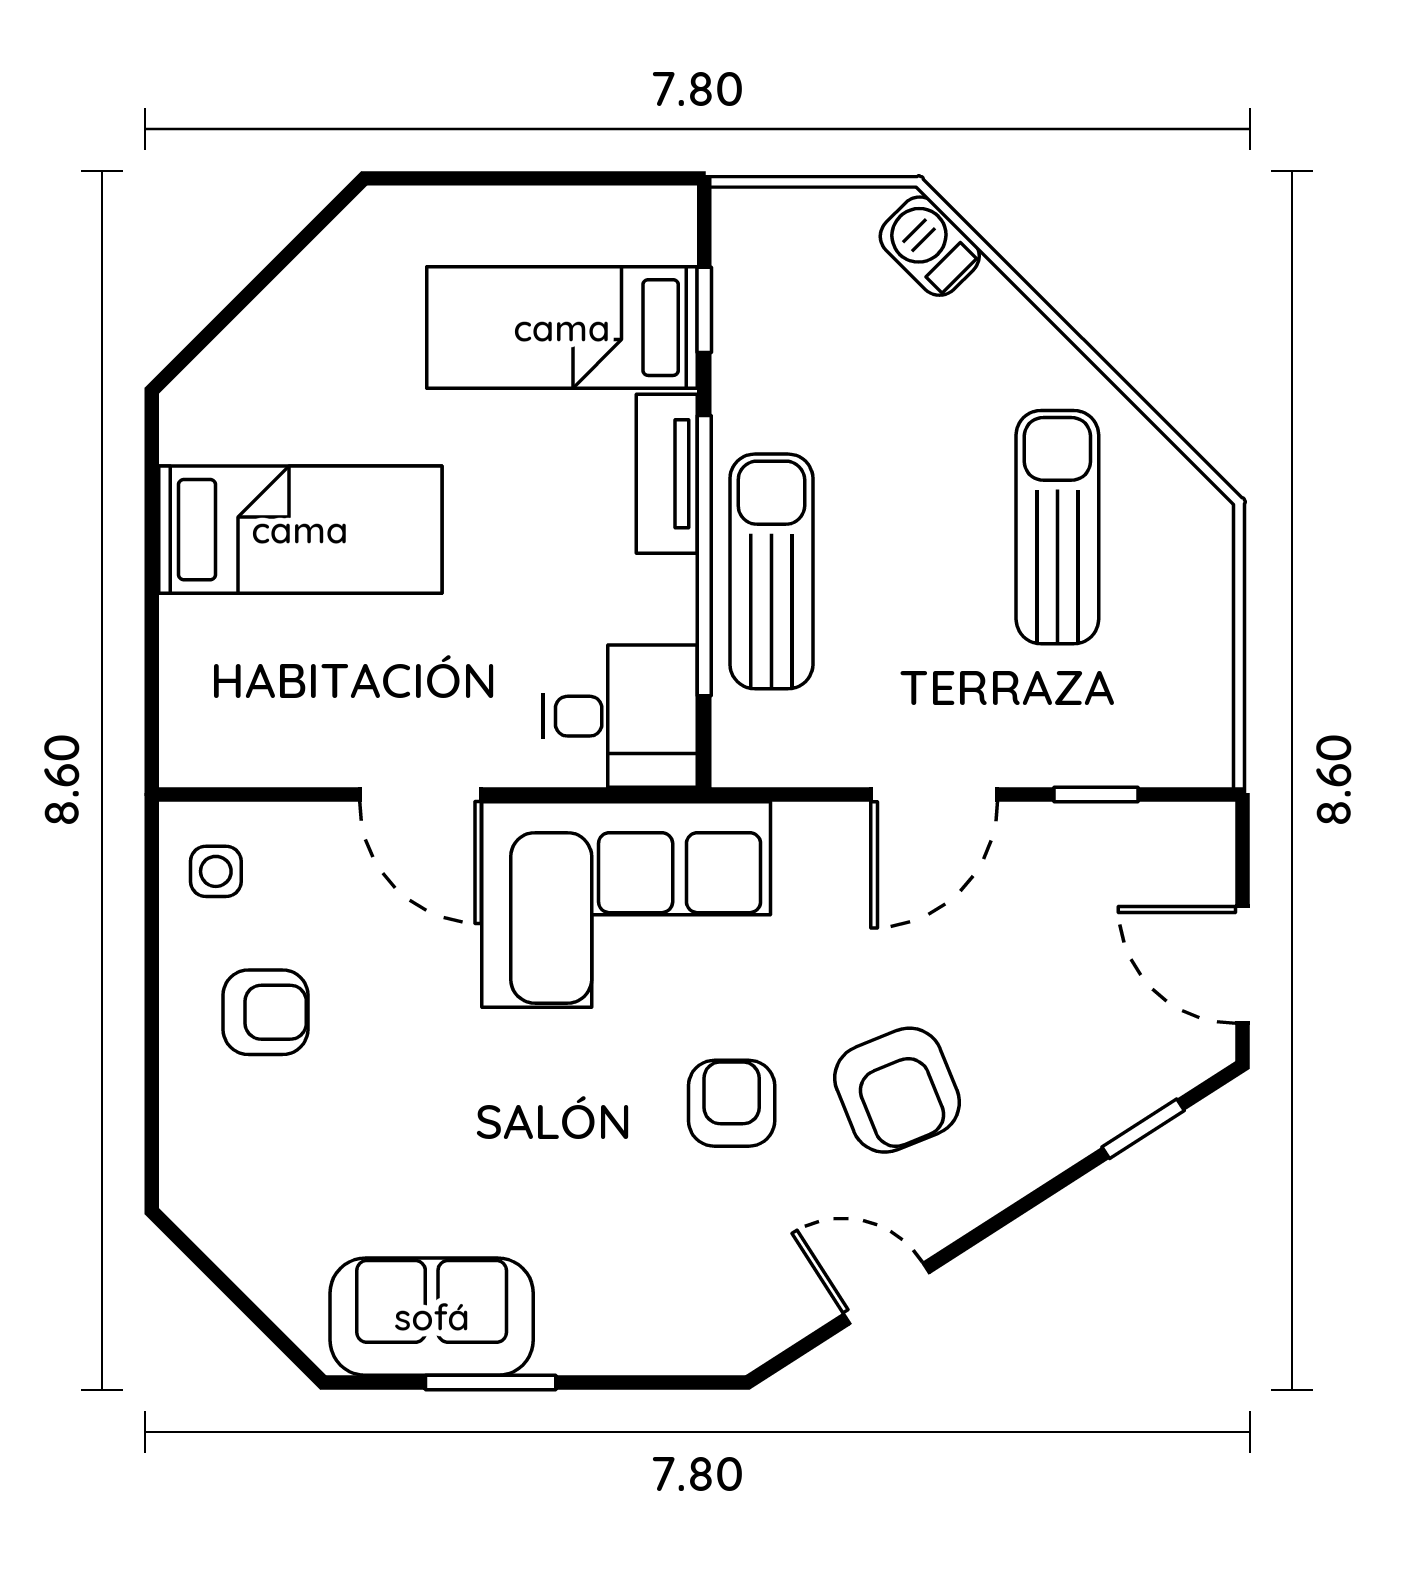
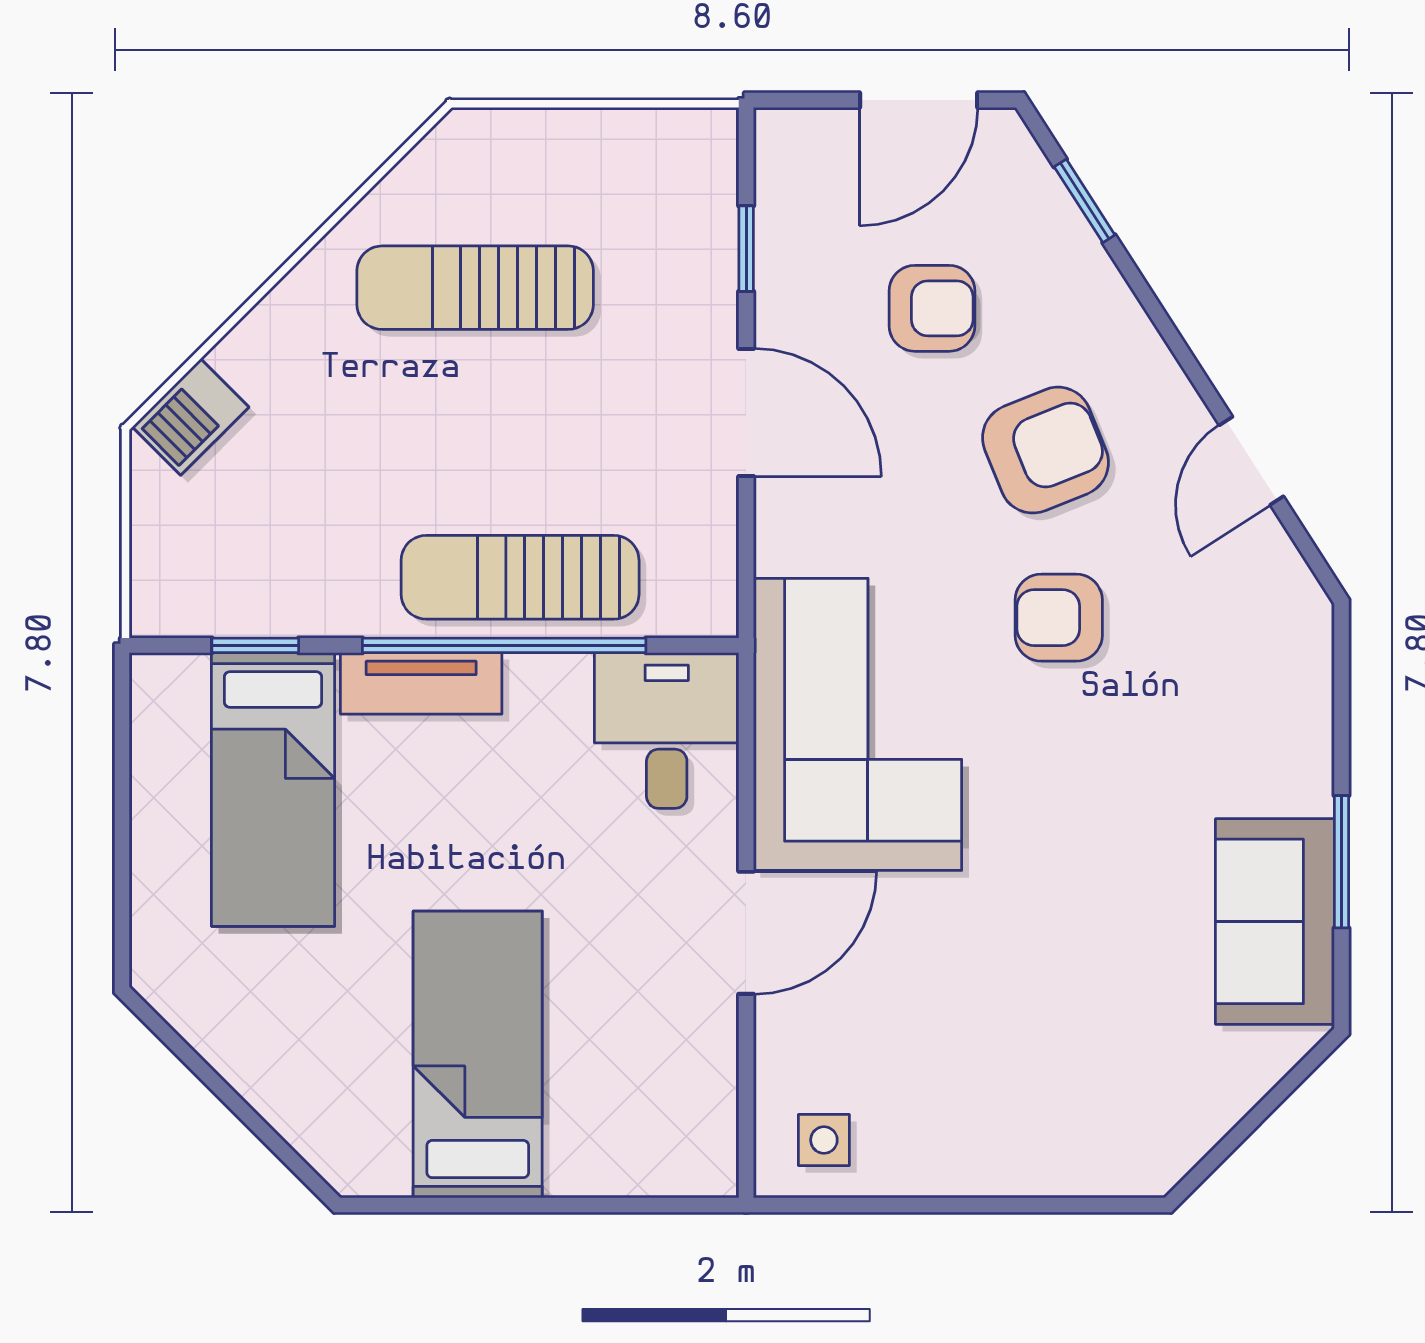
armchair: (266, 1012) -> (932, 308), moved, turned 90

